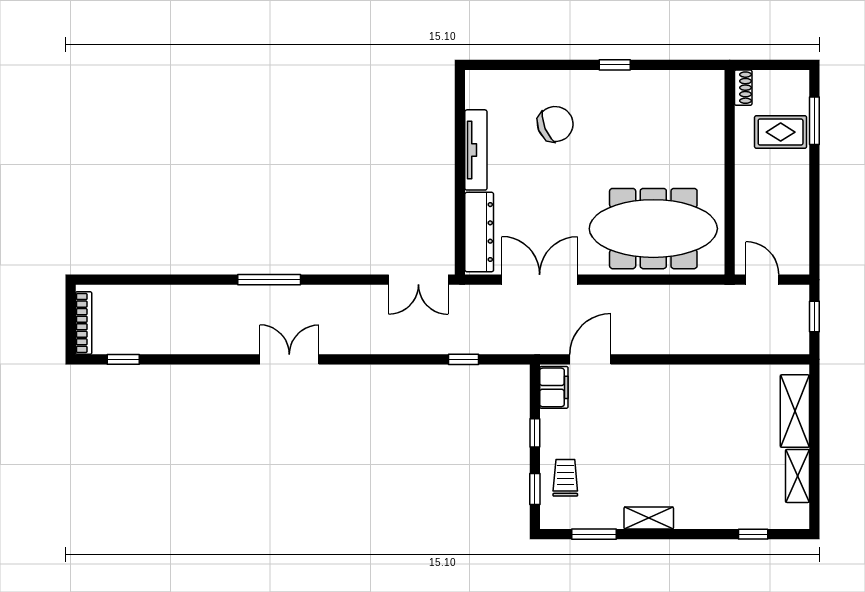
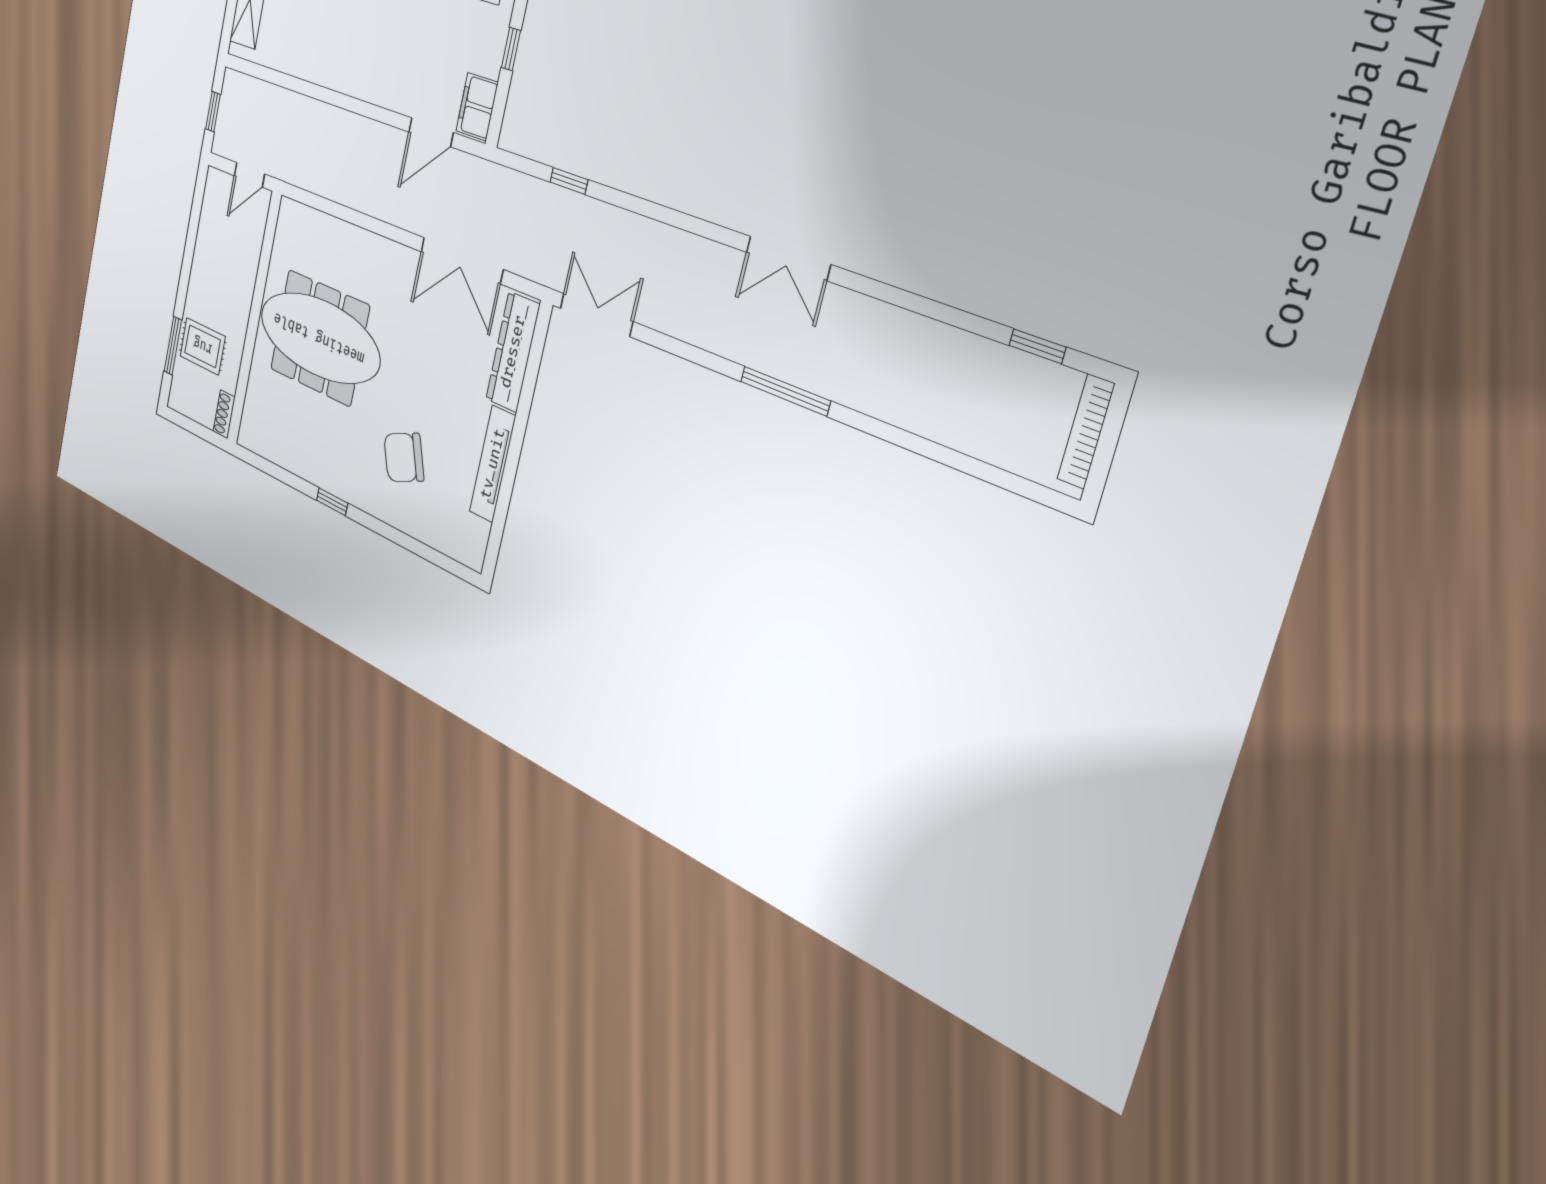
meeting table: (653, 229) -> (319, 338), moved
door: (762, 280) -> (249, 175), hinge flipped

